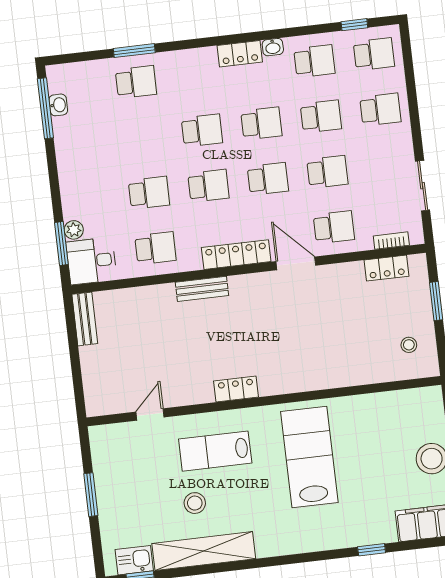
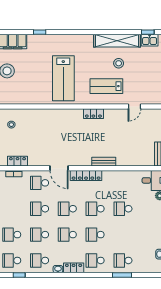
school desk: (155, 248) -> (95, 260), moved
lab bench: (215, 451) -> (106, 86), turned 180

